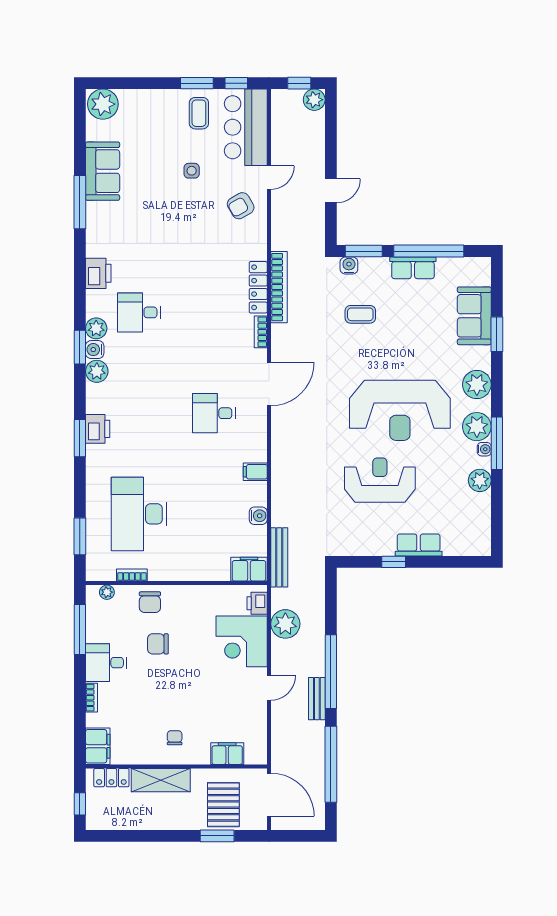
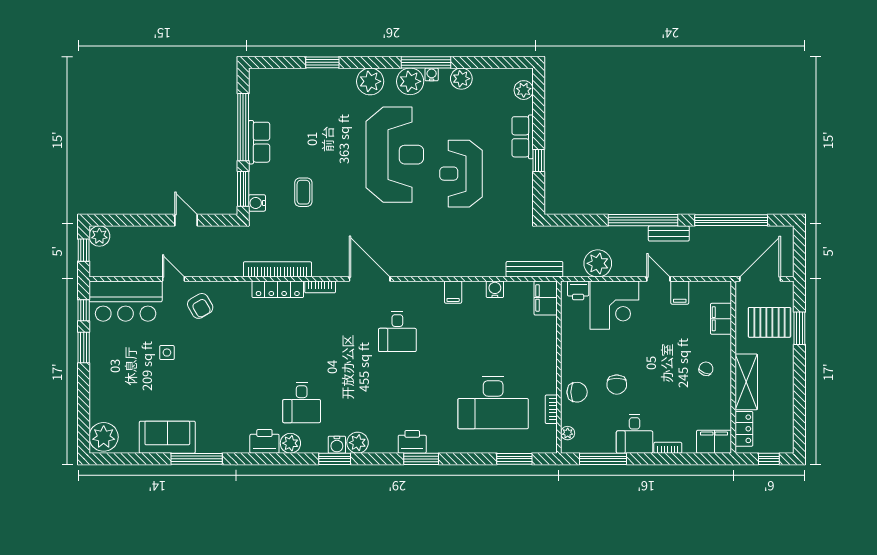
coffee table: (199, 113) -> (112, 346), removed
sofa: (474, 316) -> (305, 84), removed
plant: (96, 328) -> (290, 443), moved
plant: (468, 546) -> (524, 90), added
filing cabinet: (255, 710) -> (680, 293), added
chair: (175, 738) -> (706, 369), turned 112

